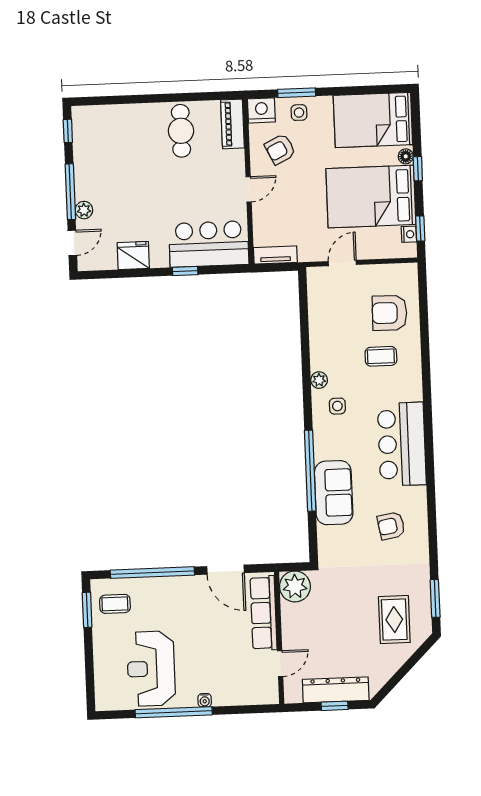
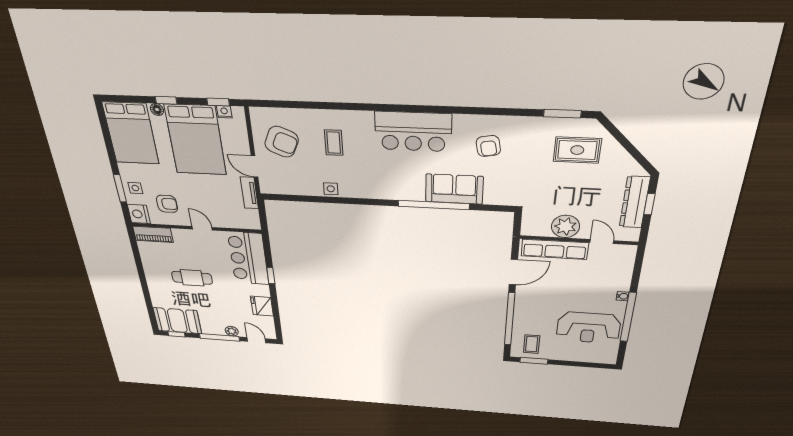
cafe table: (181, 131) -> (192, 278), moved
booth: (93, 136) -> (177, 321), added
armchair: (280, 149) -> (167, 204), turned -64
tv unit: (275, 255) -> (249, 193), moved
armchair: (390, 313) -> (282, 142), moved, turned -68
plant: (319, 380) -> (355, 192), removed
side table: (337, 406) -> (331, 189), moved
plant: (295, 586) -> (565, 226), moved

